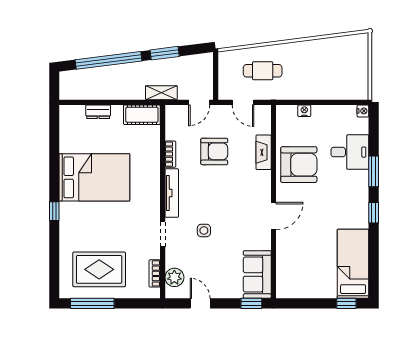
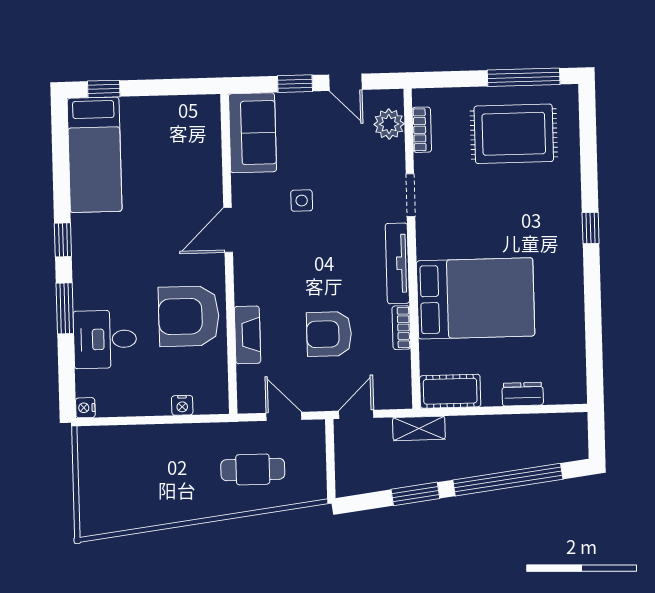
bed: (94, 177) -> (476, 298), moved, turned 180
side table: (204, 230) -> (302, 201), moved
window: (251, 303) -> (295, 84), moved

